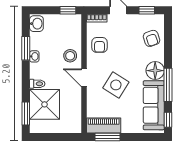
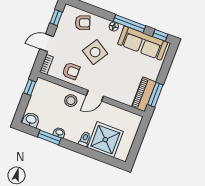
floor lamp: (155, 71) -> (114, 26), width x0.53, depth x0.53
side table: (116, 85) -> (95, 52), moved
window: (26, 113) -> (107, 159), removed

